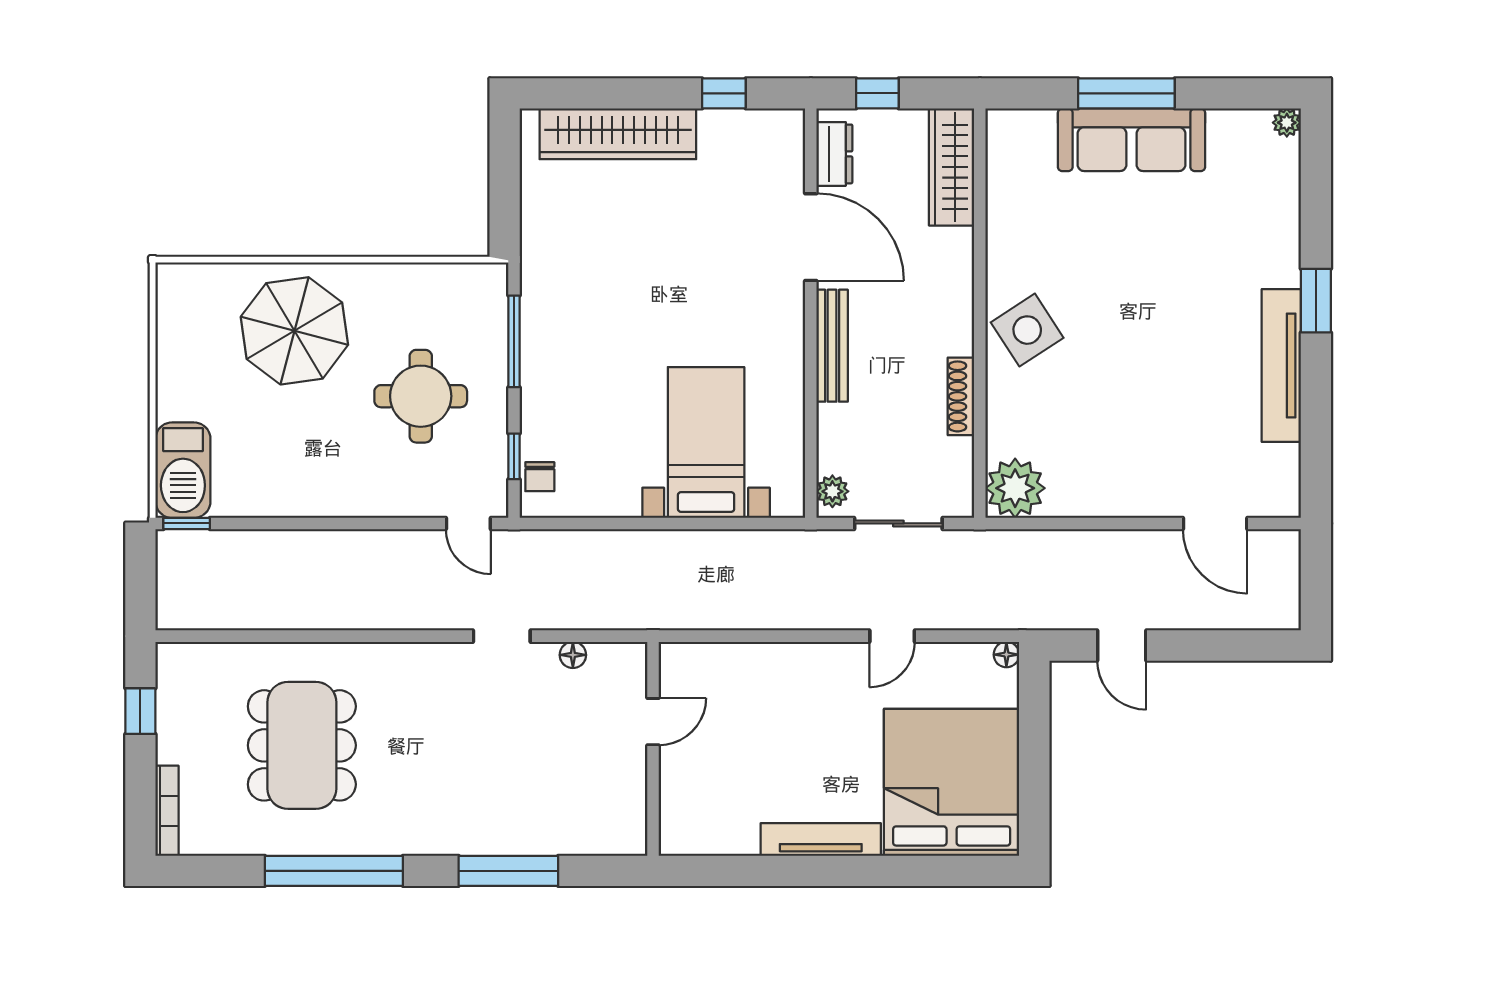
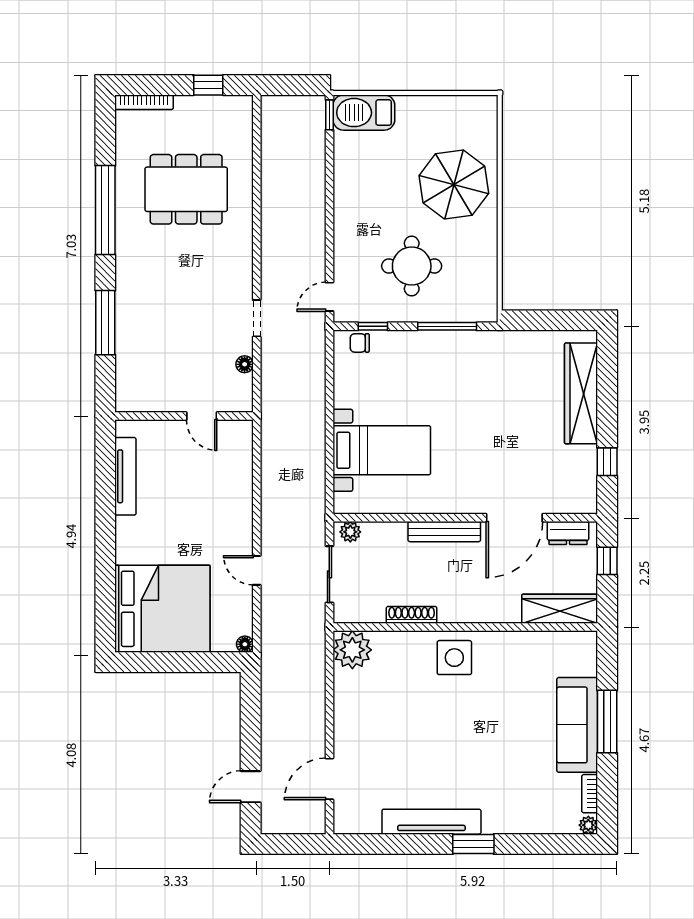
bookcase: (1238, 120) -> (590, 794), added
side table: (1027, 330) -> (454, 658), turned 33
door: (1122, 646) -> (251, 787), moved
tv unit: (821, 840) -> (125, 476), moved

